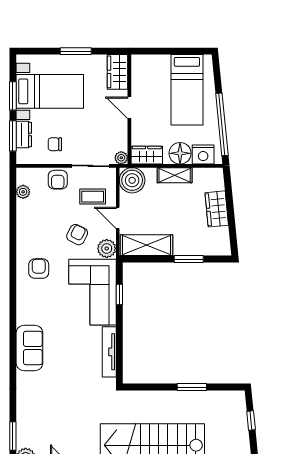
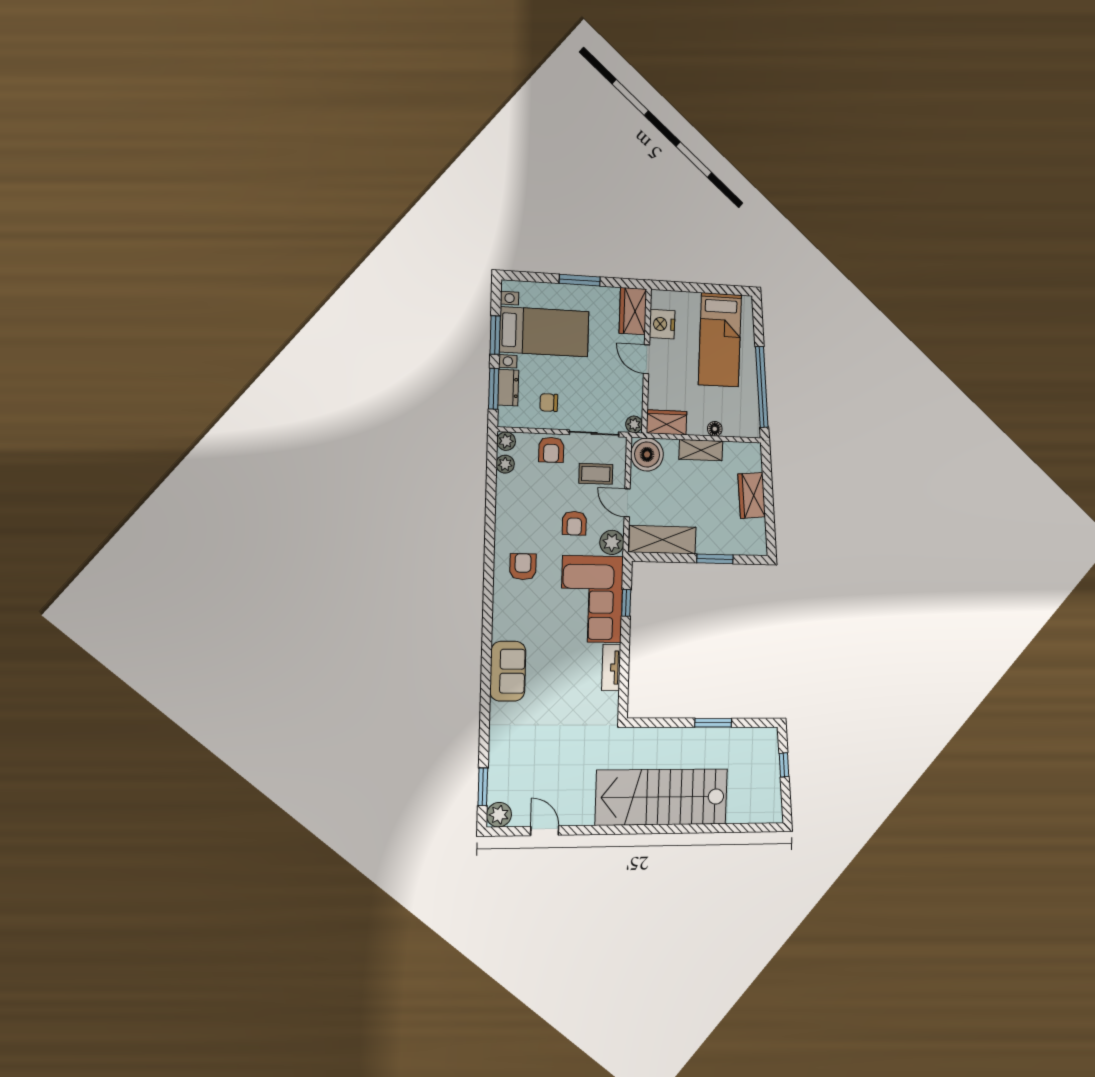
floor lamp: (180, 153) -> (715, 429), width x0.53, depth x0.53
nightstand: (203, 154) -> (662, 324), moved, turned 90
plant: (23, 175) -> (506, 441), added
armchair: (77, 235) -> (574, 523), turned 153
tv unit: (109, 352) -> (611, 668), width x0.71

